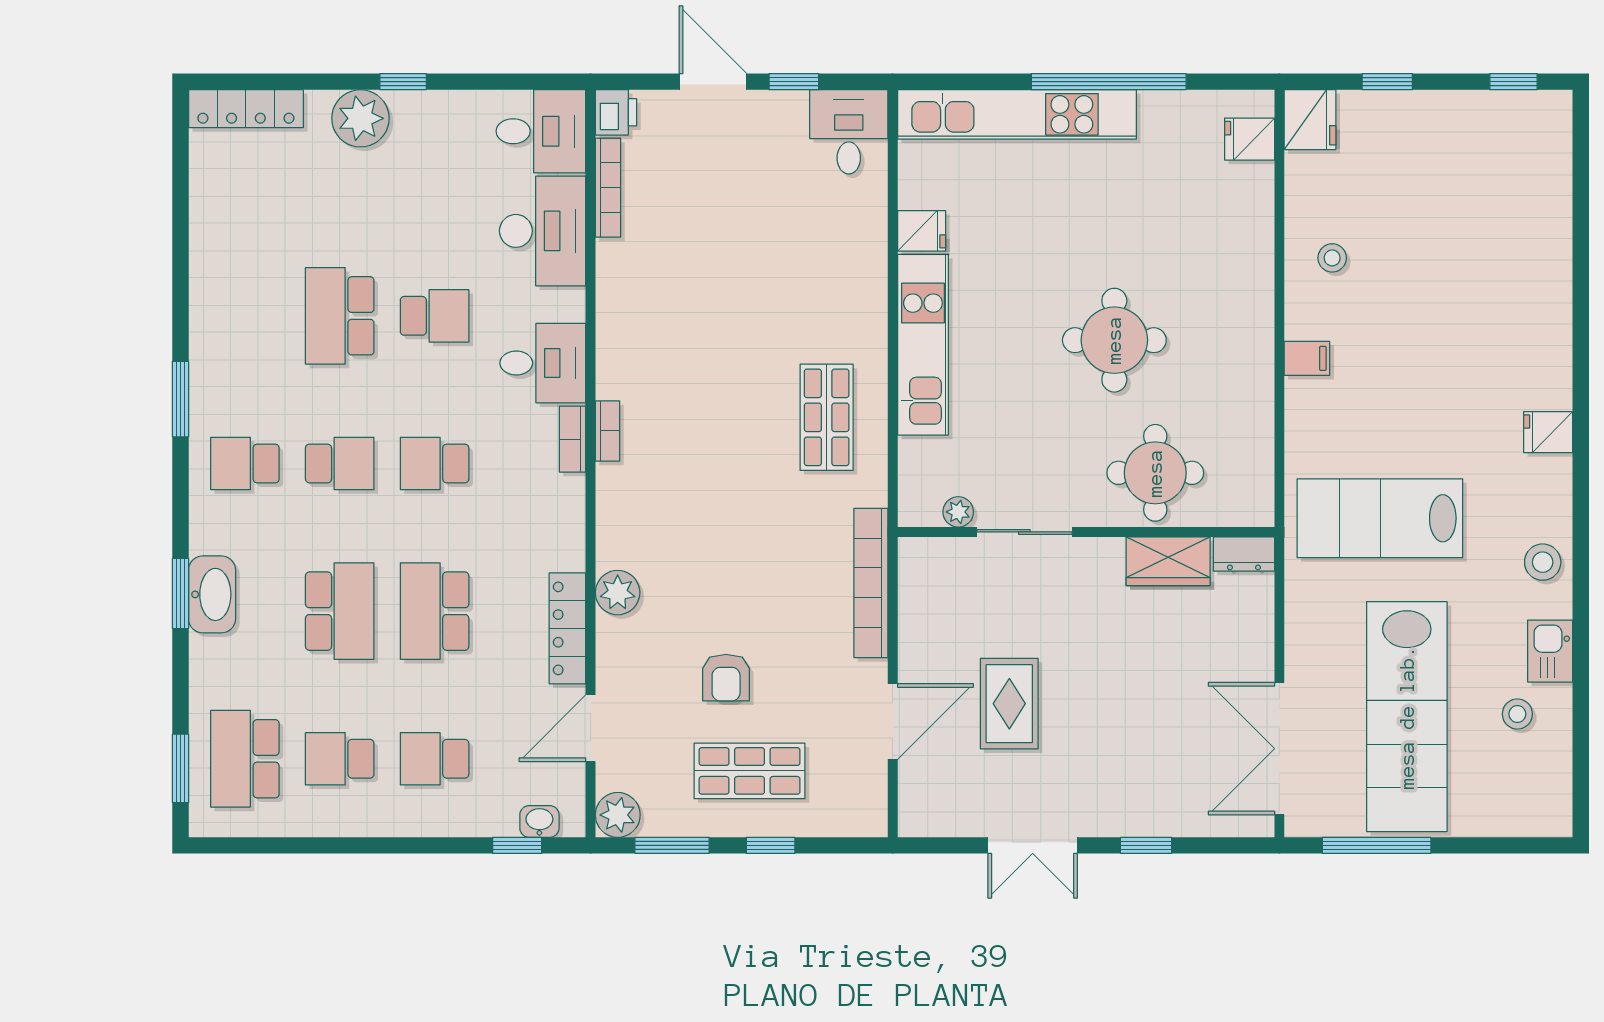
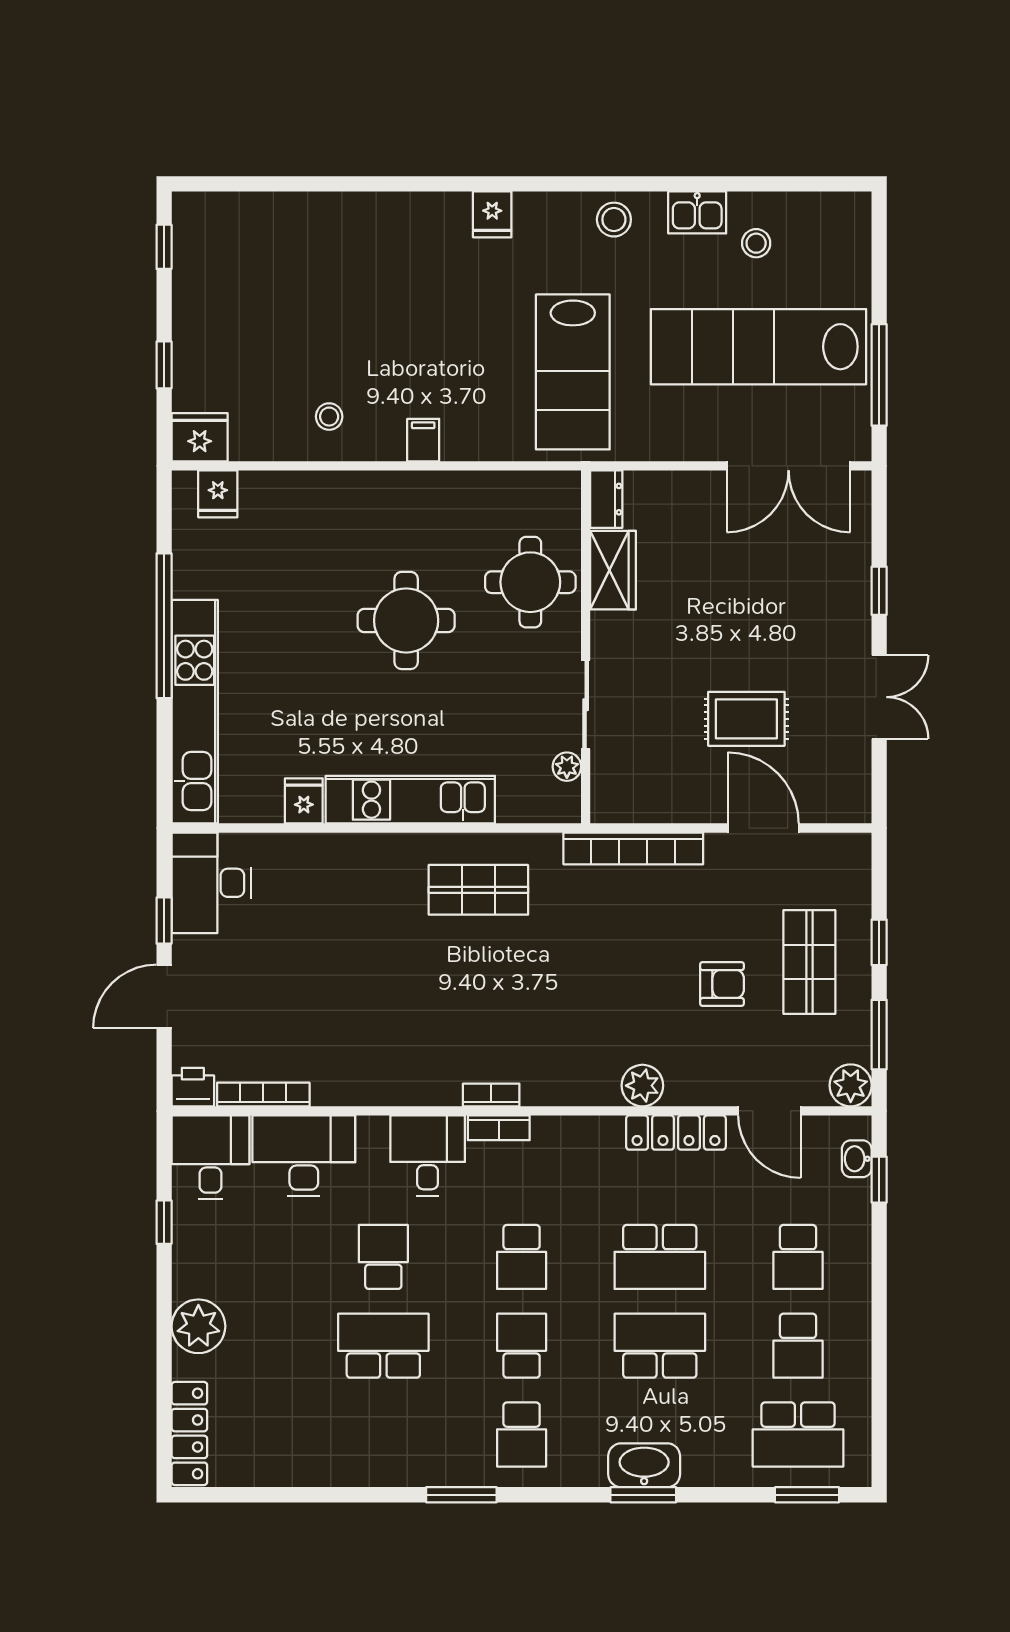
window: (403, 82) -> (164, 1222), moved
desk: (849, 132) -> (211, 883), width x1.37
school desk: (340, 316) -> (383, 1346), turned 180
lab bench: (1407, 717) -> (759, 347), turned 180

